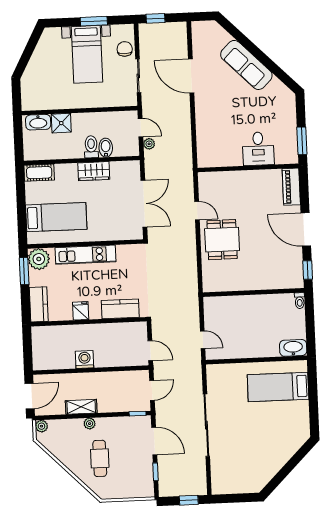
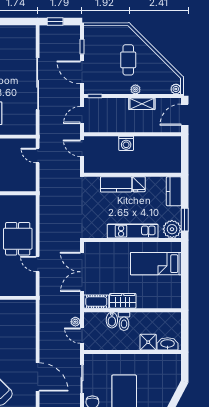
cot: (39, 173) -> (96, 302), moved
kitchen counter: (120, 309) -> (116, 184), moved
washing machine: (85, 359) -> (126, 143), moved

